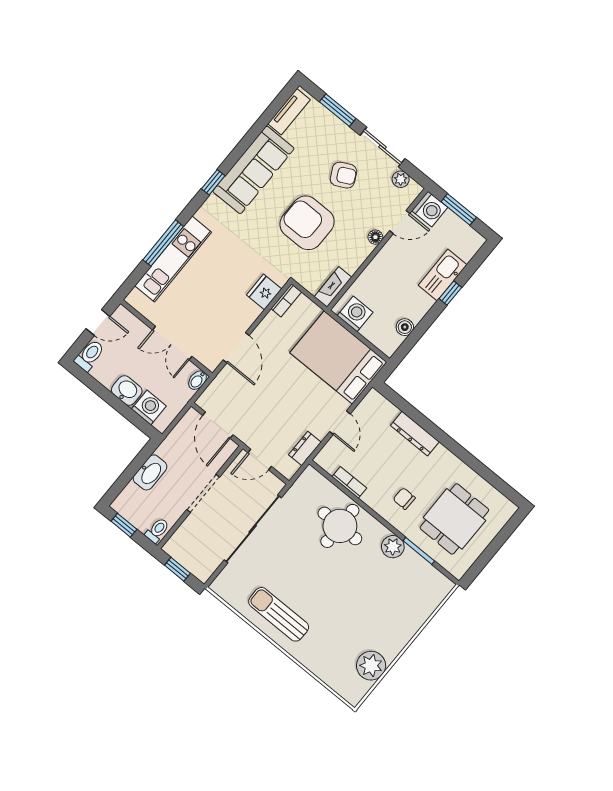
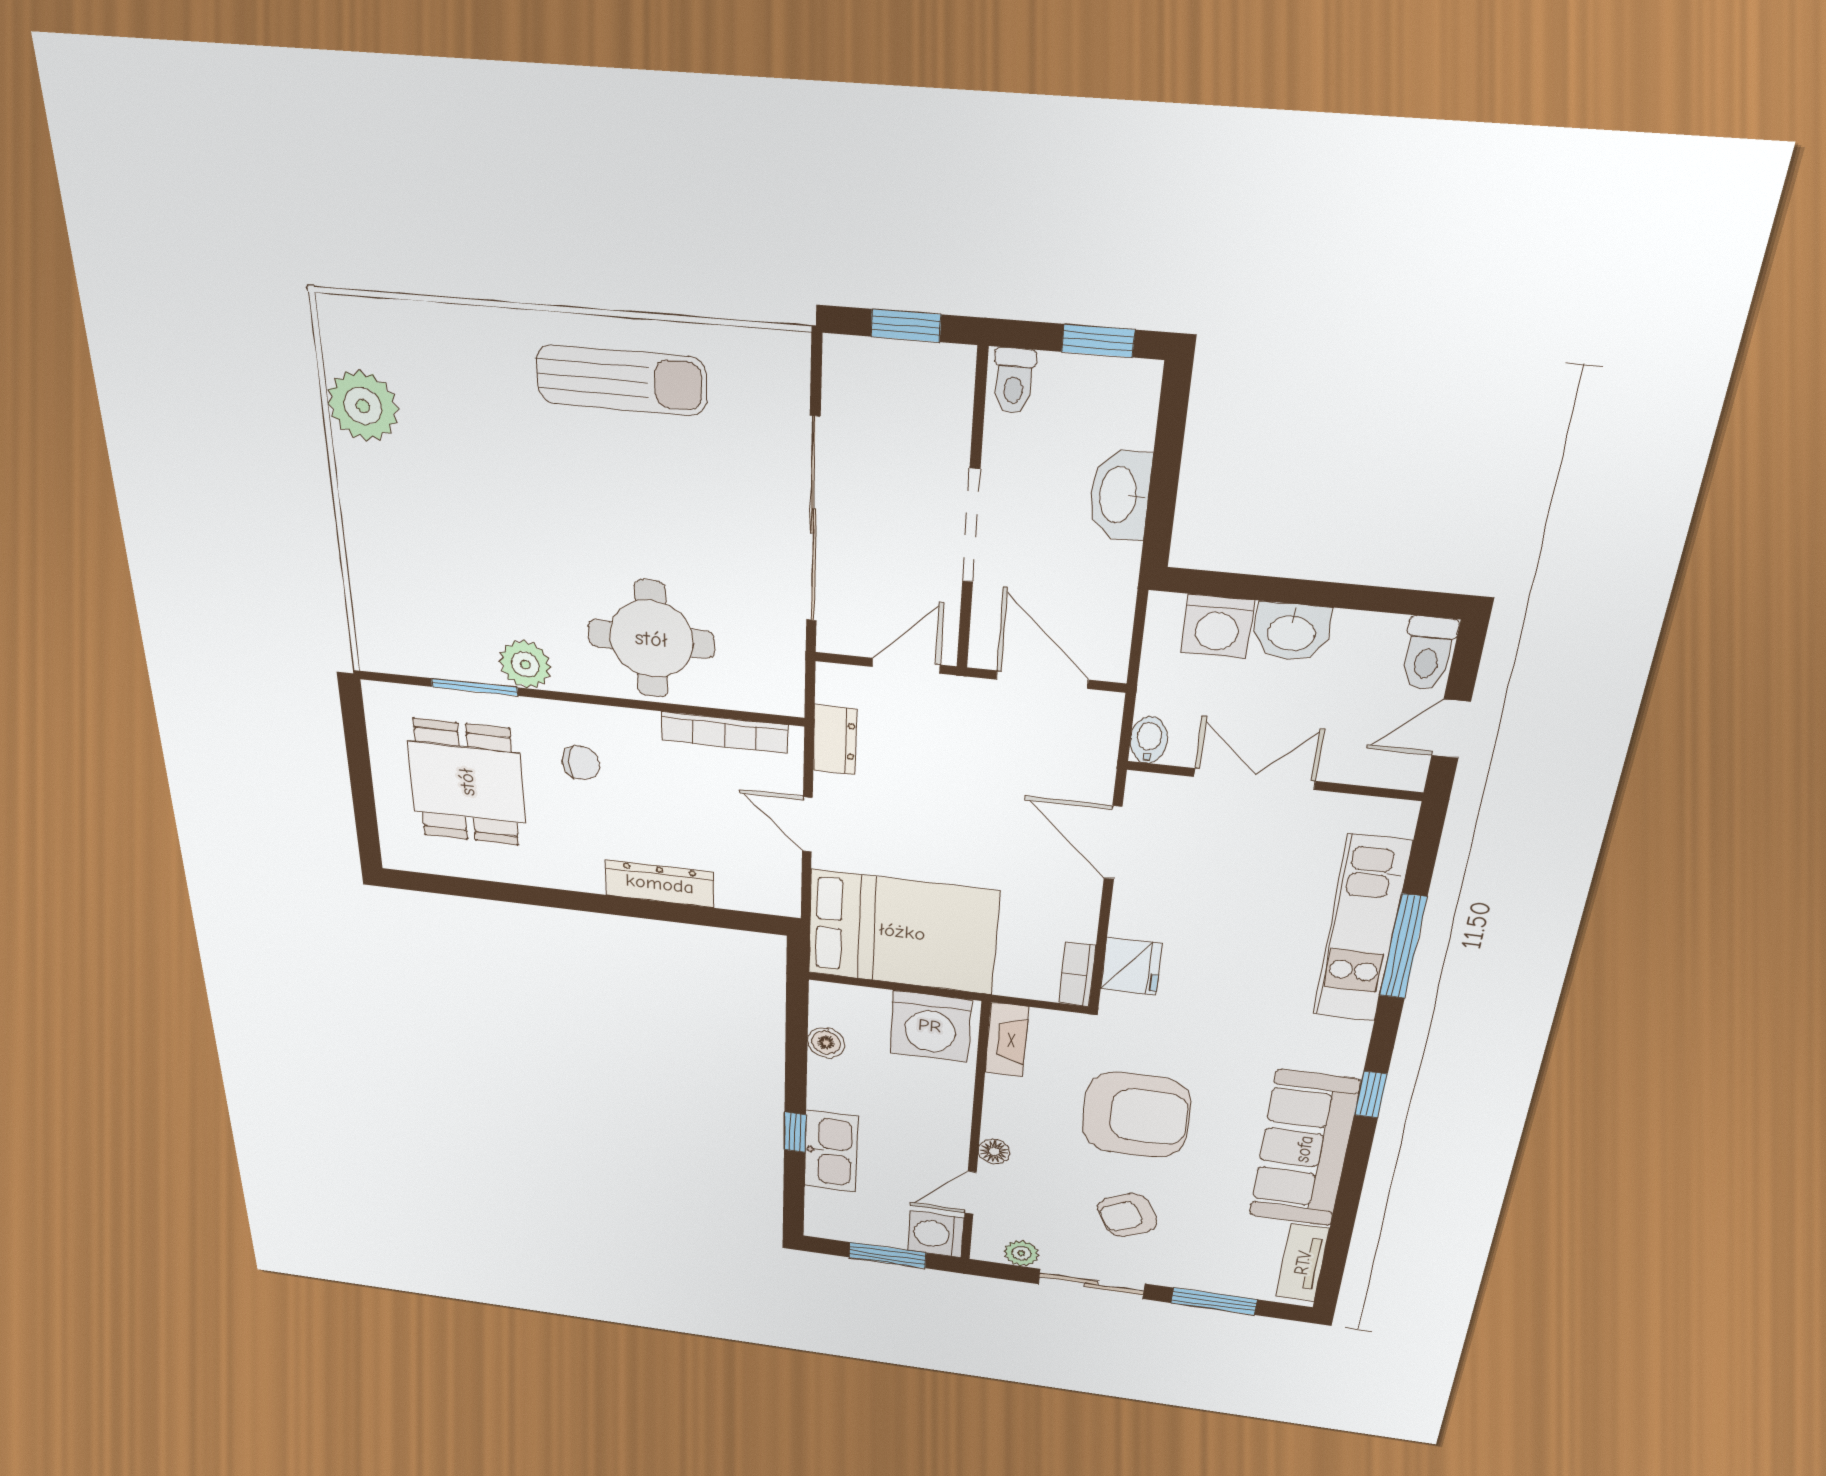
washing machine: (355, 314) -> (930, 1026), width x1.37, depth x1.37
bookcase: (349, 482) -> (724, 732), width x1.56

